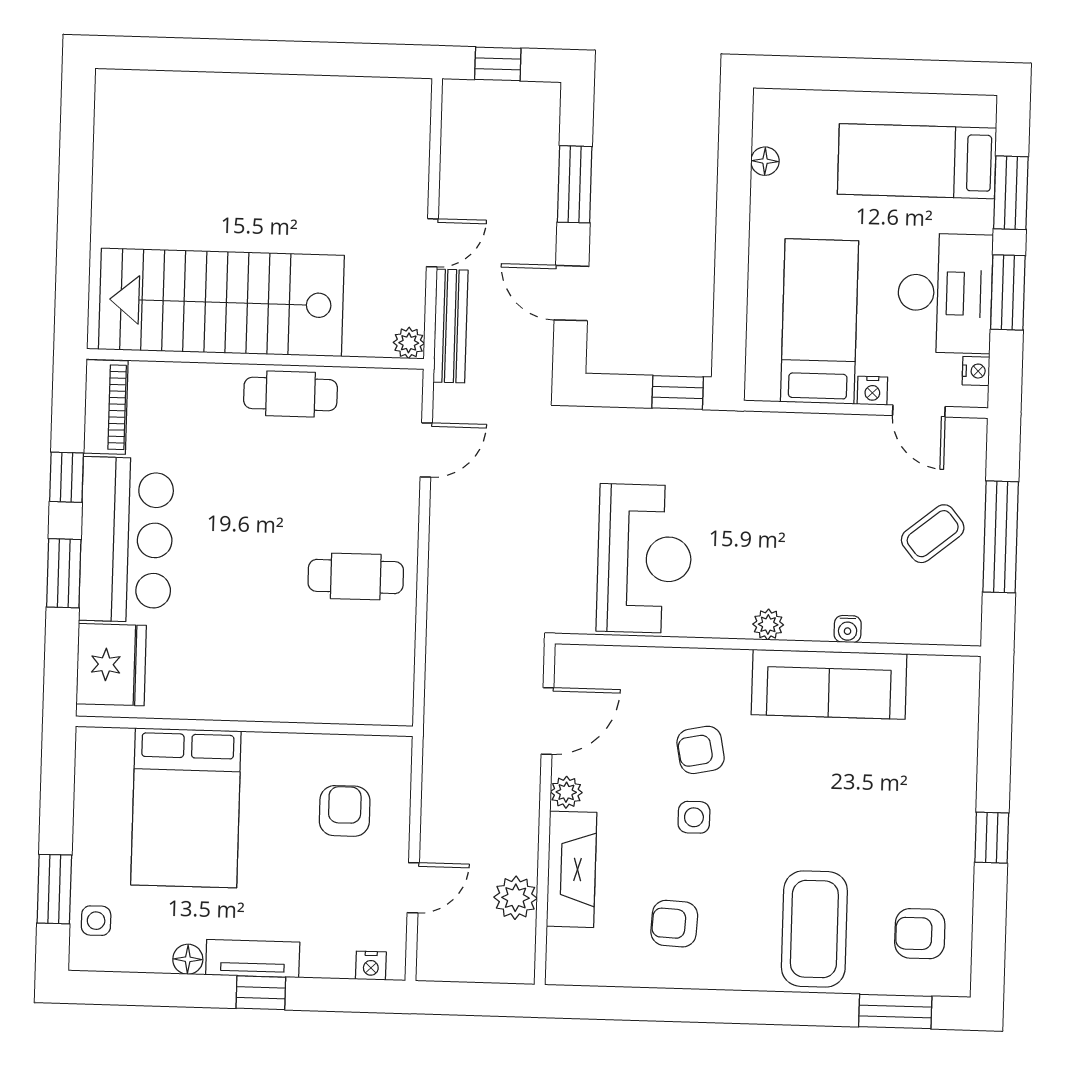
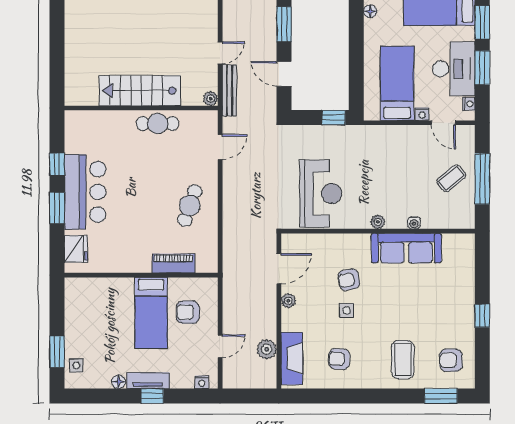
stairs: (221, 302) -> (140, 91), width x0.73, depth x0.66
piano: (106, 407) -> (173, 263), moved, turned -90
cafe table: (356, 576) -> (190, 206), turned -71
fridge: (111, 665) -> (76, 249), width x0.73, depth x0.75
bed: (186, 808) -> (151, 313), moved, width x0.67
armchair: (345, 811) -> (188, 312), turned -90
fireplace: (572, 869) -> (292, 358), moved
coffee table: (814, 929) -> (403, 360), width x0.73, depth x0.76

